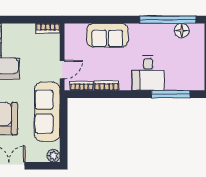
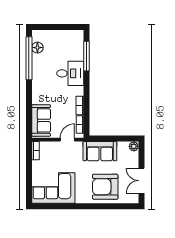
sofa: (107, 35) -> (41, 120), moved
door: (62, 69) -> (67, 140), hinge flipped
sofa: (47, 112) -> (100, 151), width x0.73

